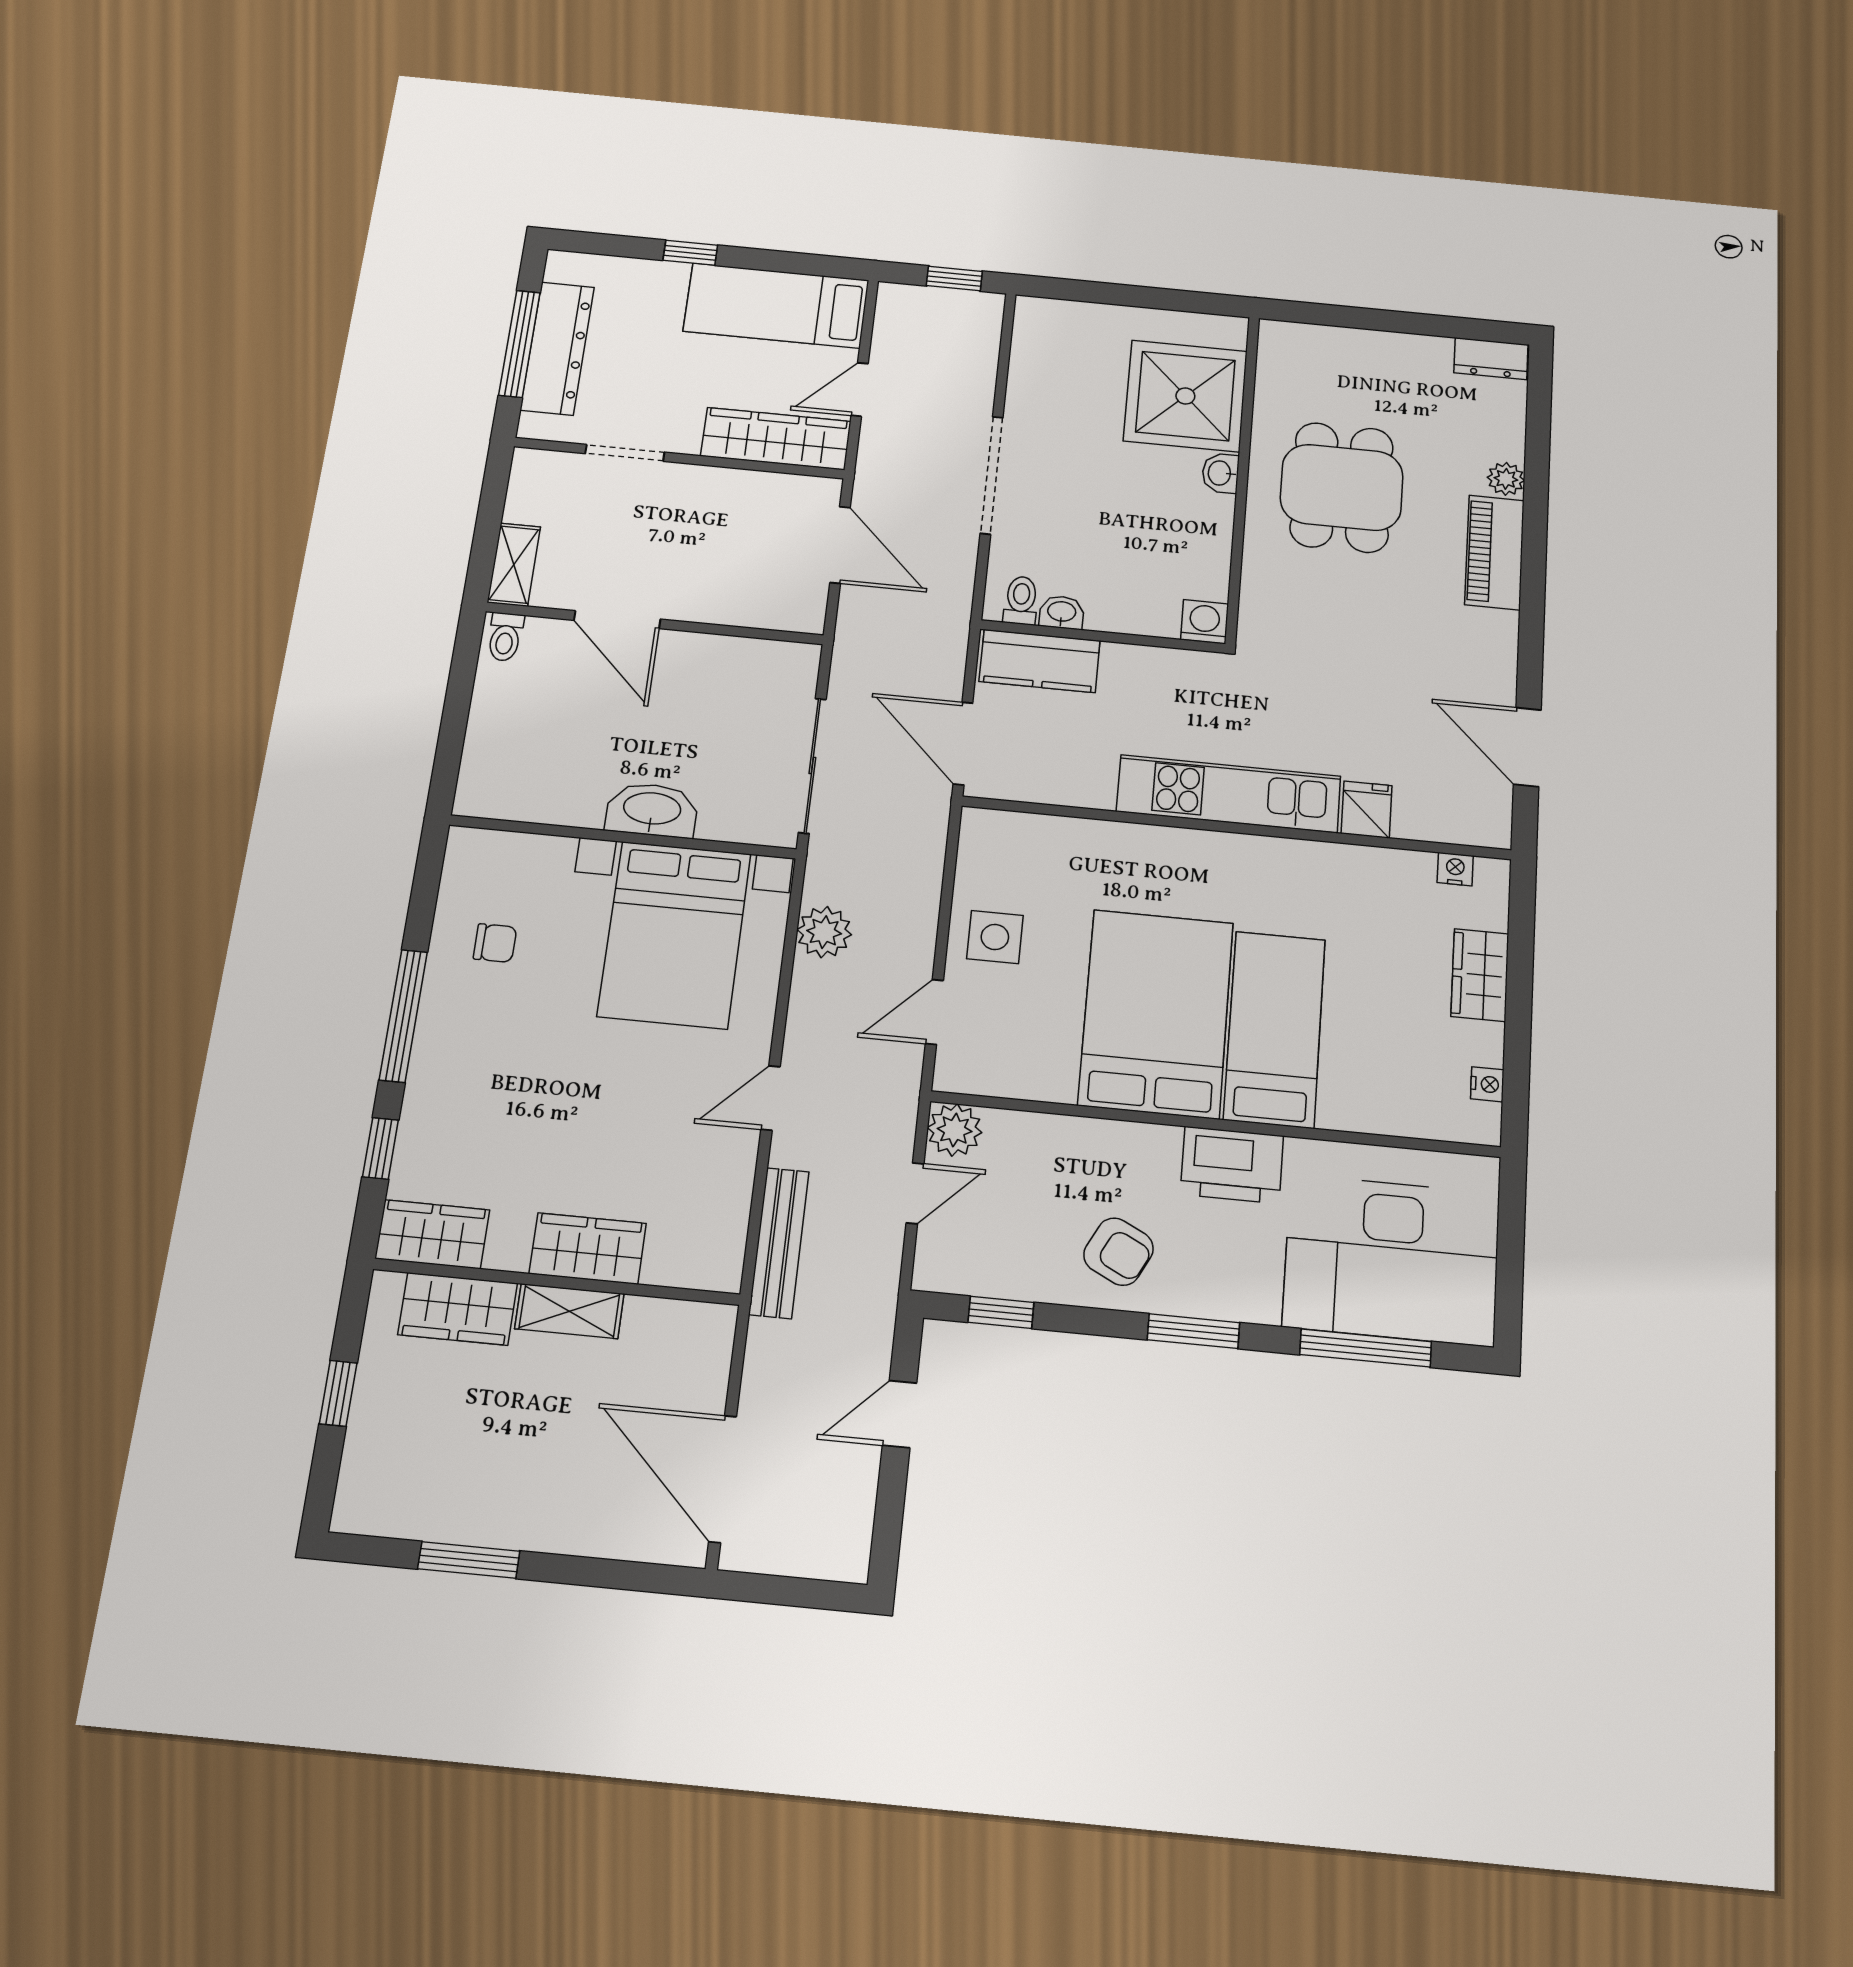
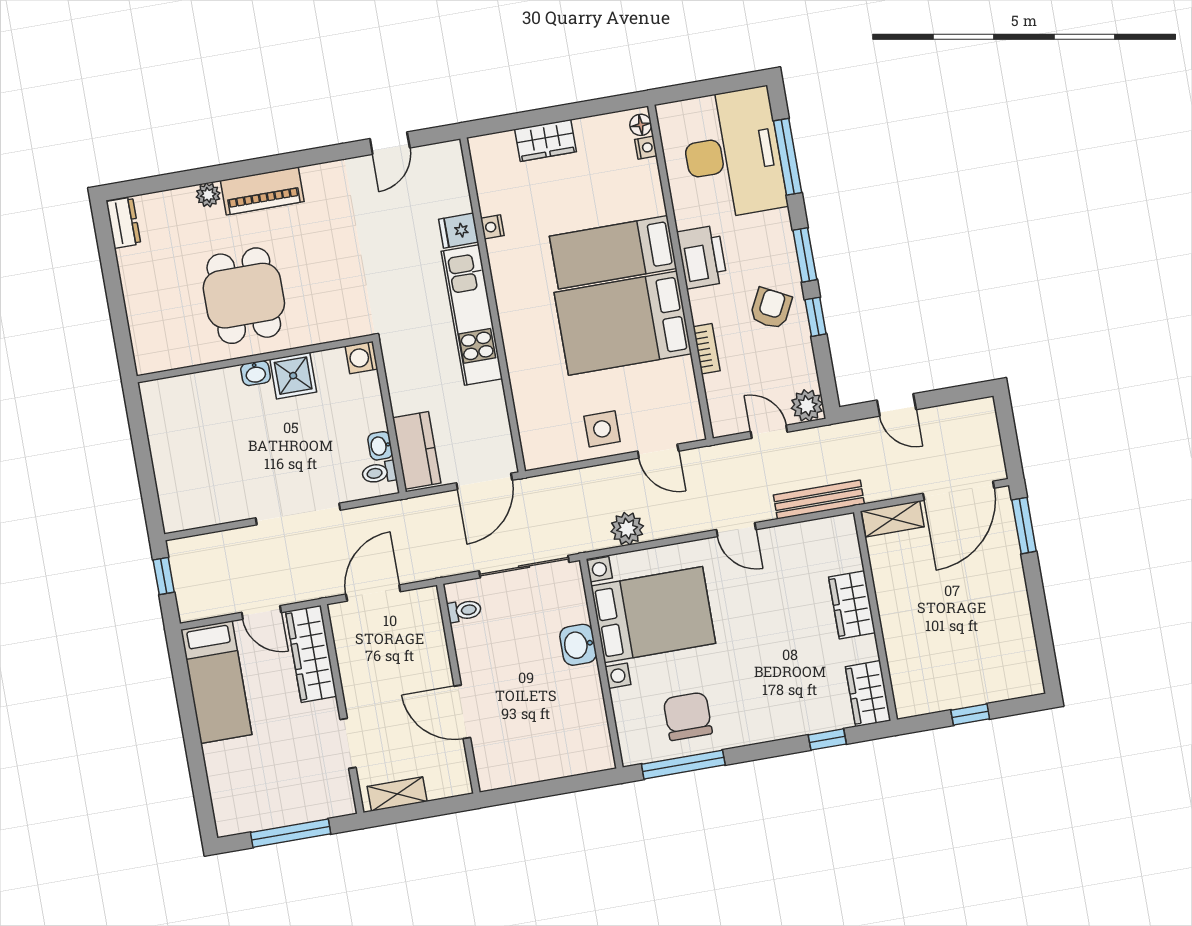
window: (690, 253) -> (194, 748), removed
dresser: (557, 348) -> (287, 809), removed
shower: (1185, 396) -> (293, 376), moved, width x0.54, depth x0.54
dining table: (1342, 487) -> (244, 296), turned 90
shelving: (514, 565) -> (397, 794), moved
door: (617, 620) -> (462, 712), swing flipped
toilet: (505, 637) -> (464, 611), moved
door: (1527, 747) -> (390, 143), width x0.73
washbasin: (652, 810) -> (578, 645), width x0.72
nightstand: (1455, 869) -> (492, 227), moved
chair: (495, 943) -> (688, 716), width x1.87, depth x1.87
window: (403, 1016) -> (683, 765), moved
nightstand: (1487, 1084) -> (646, 148), moved, turned 90
floor lamp: (1472, 1127) -> (641, 125), added
plant: (955, 1130) -> (807, 406), moved
bookcase: (1079, 1131) -> (707, 349), added
wardrobe: (458, 1309) -> (906, 665), removed
shelving: (569, 1311) -> (893, 519), moved, turned 90
window: (1001, 1312) -> (816, 317), moved
window: (469, 1560) -> (1024, 526), moved

